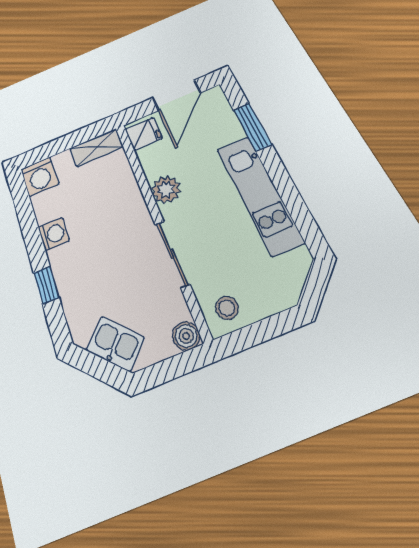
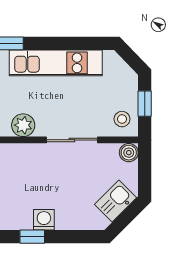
washing machine: (54, 234) -> (44, 220), moved
window: (46, 285) -> (32, 237), moved
window: (262, 331) -> (145, 104), added

